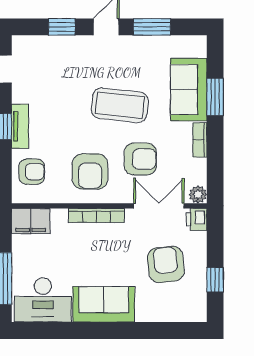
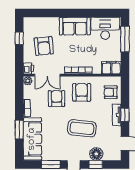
floor lamp: (61, 48) -> (96, 154), added
sofa: (189, 90) -> (32, 139), width x1.36
coffee table: (120, 105) -> (82, 128), moved
armchair: (140, 159) -> (57, 99), turned 90

